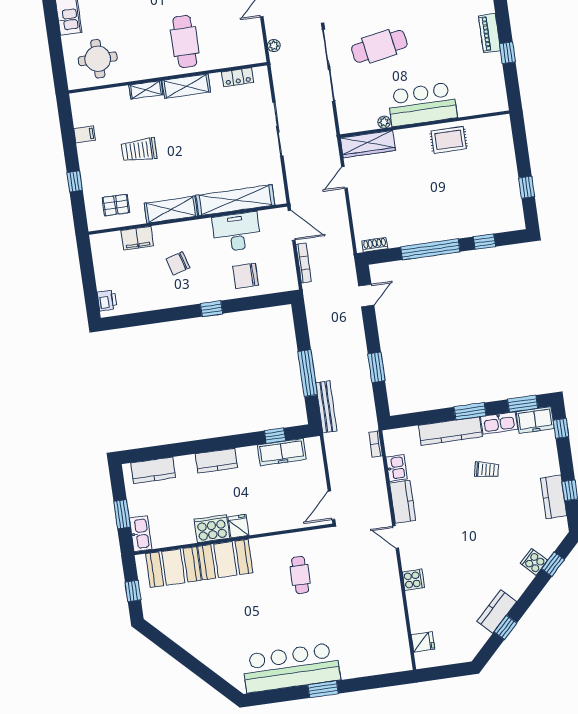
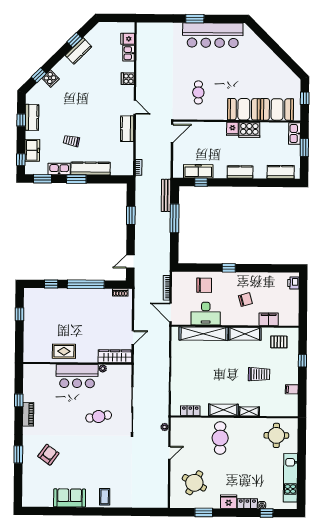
cafe table: (379, 46) -> (99, 417), width x0.73, depth x0.74
freezer: (535, 420) -> (32, 150), moved, turned 90
kitchen sink: (397, 468) -> (129, 53), moved

